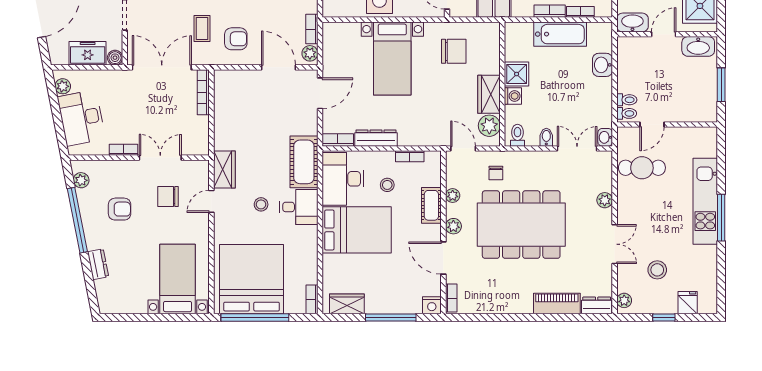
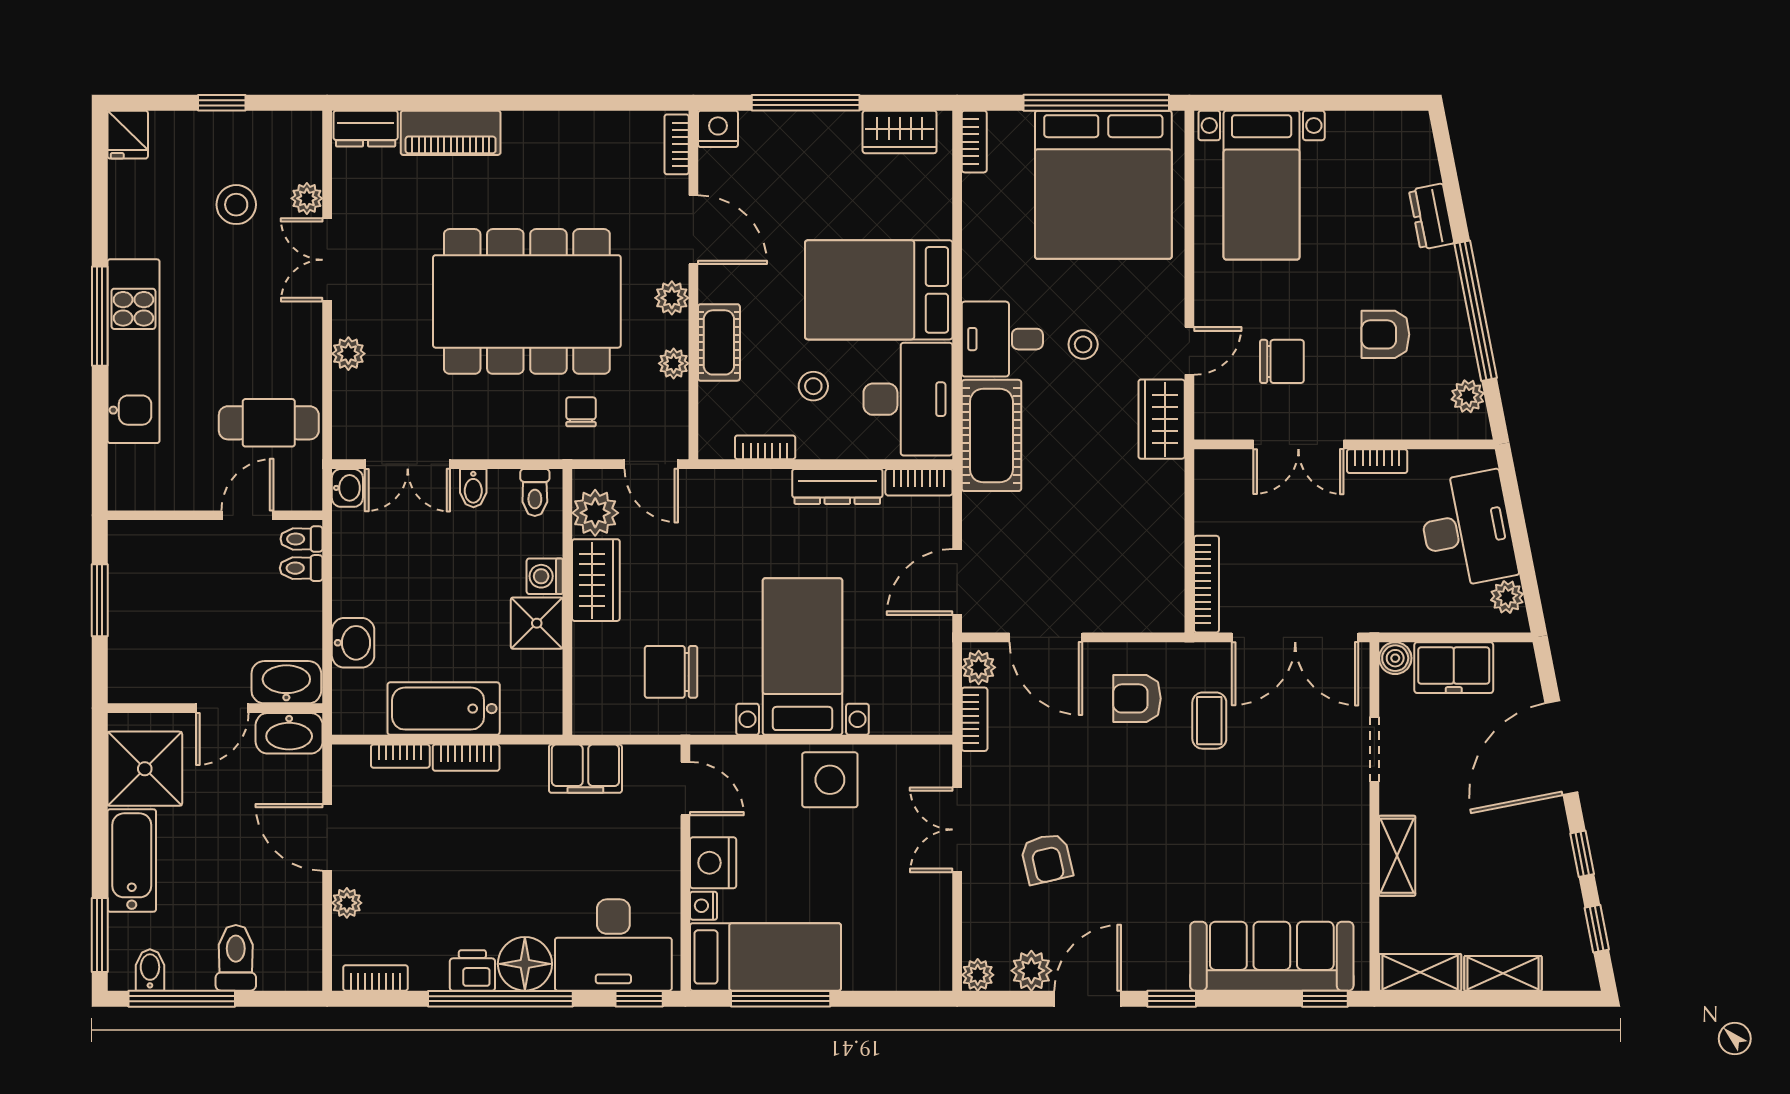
washbasin: (698, 46) -> (286, 682), moved
plant: (624, 300) -> (307, 198), moved
fridge: (688, 303) -> (128, 135), moved

